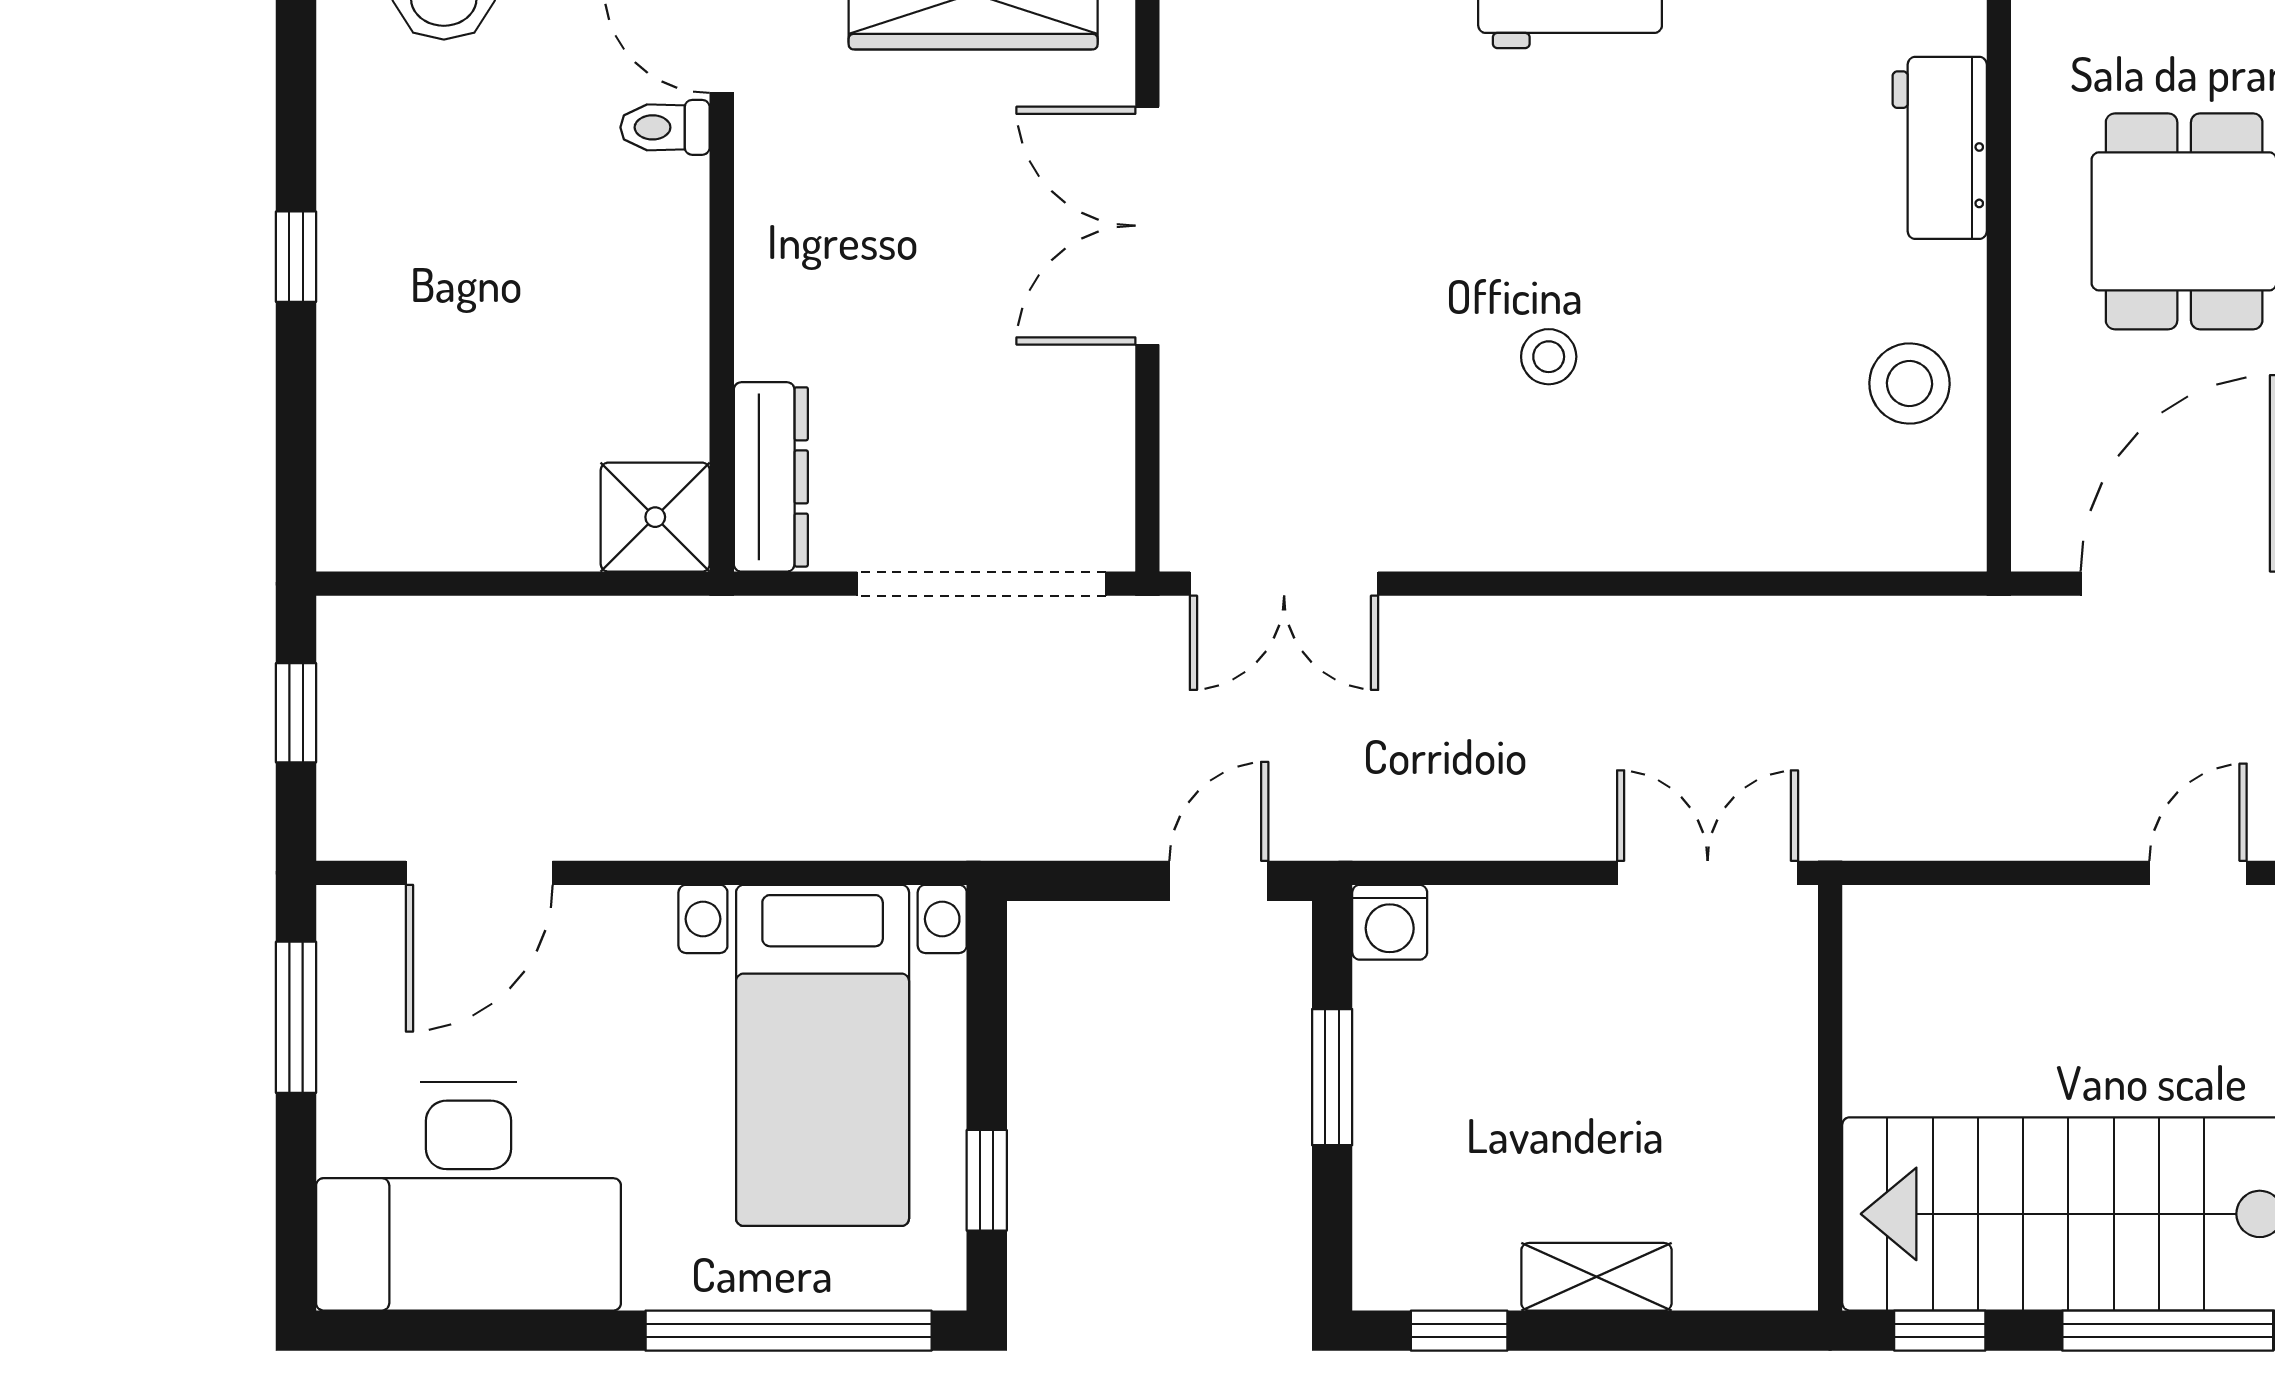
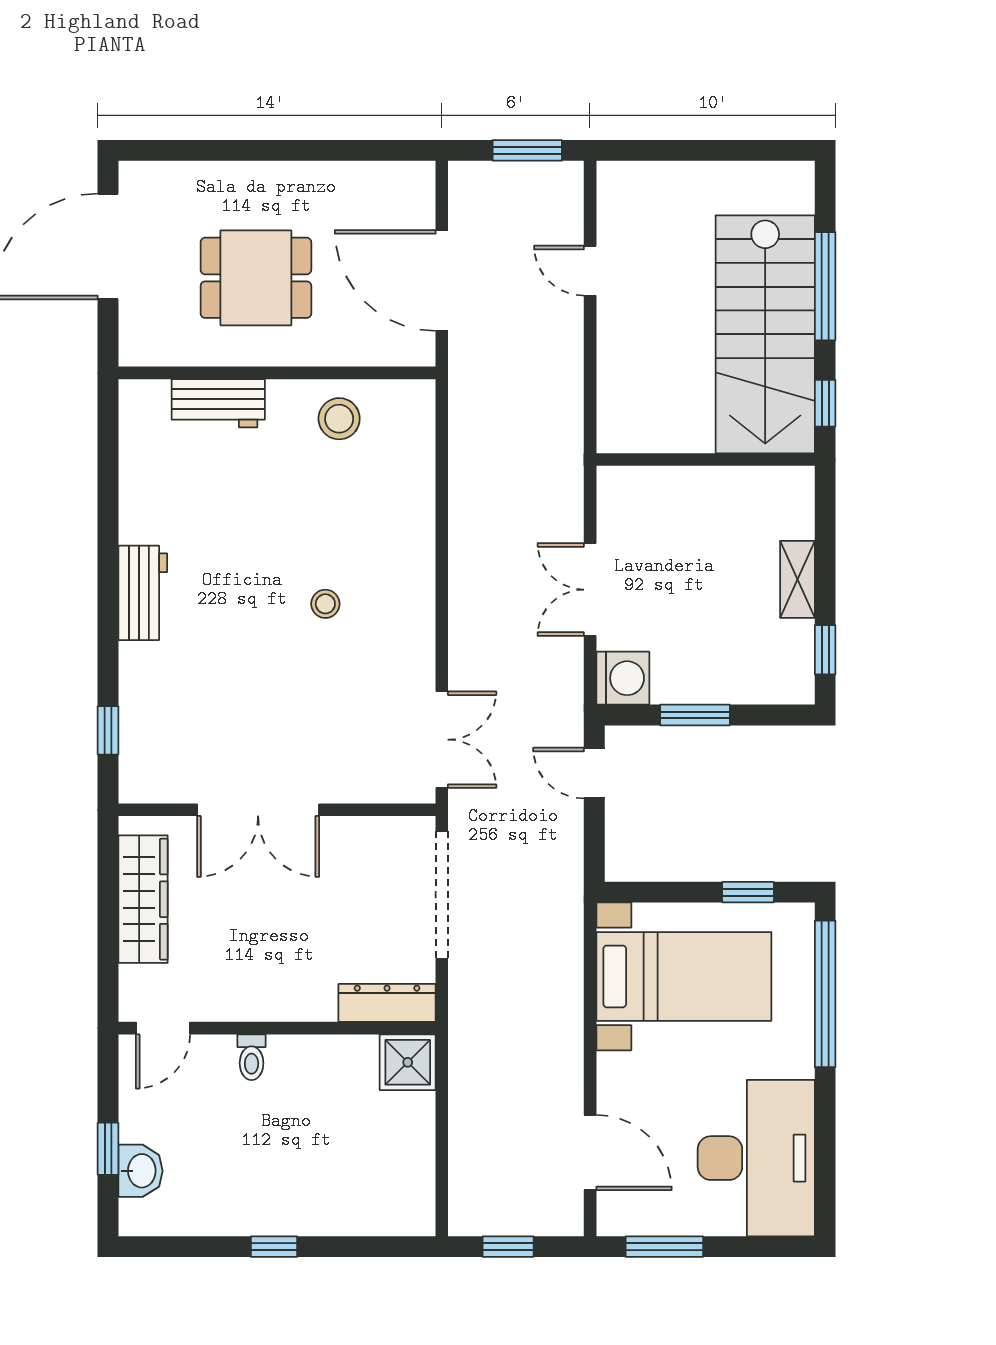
toilet: (665, 127) -> (252, 1057), moved
double door: (1708, 873) -> (590, 590), moved
washing machine: (1390, 922) -> (623, 678), width x1.38, depth x1.38

